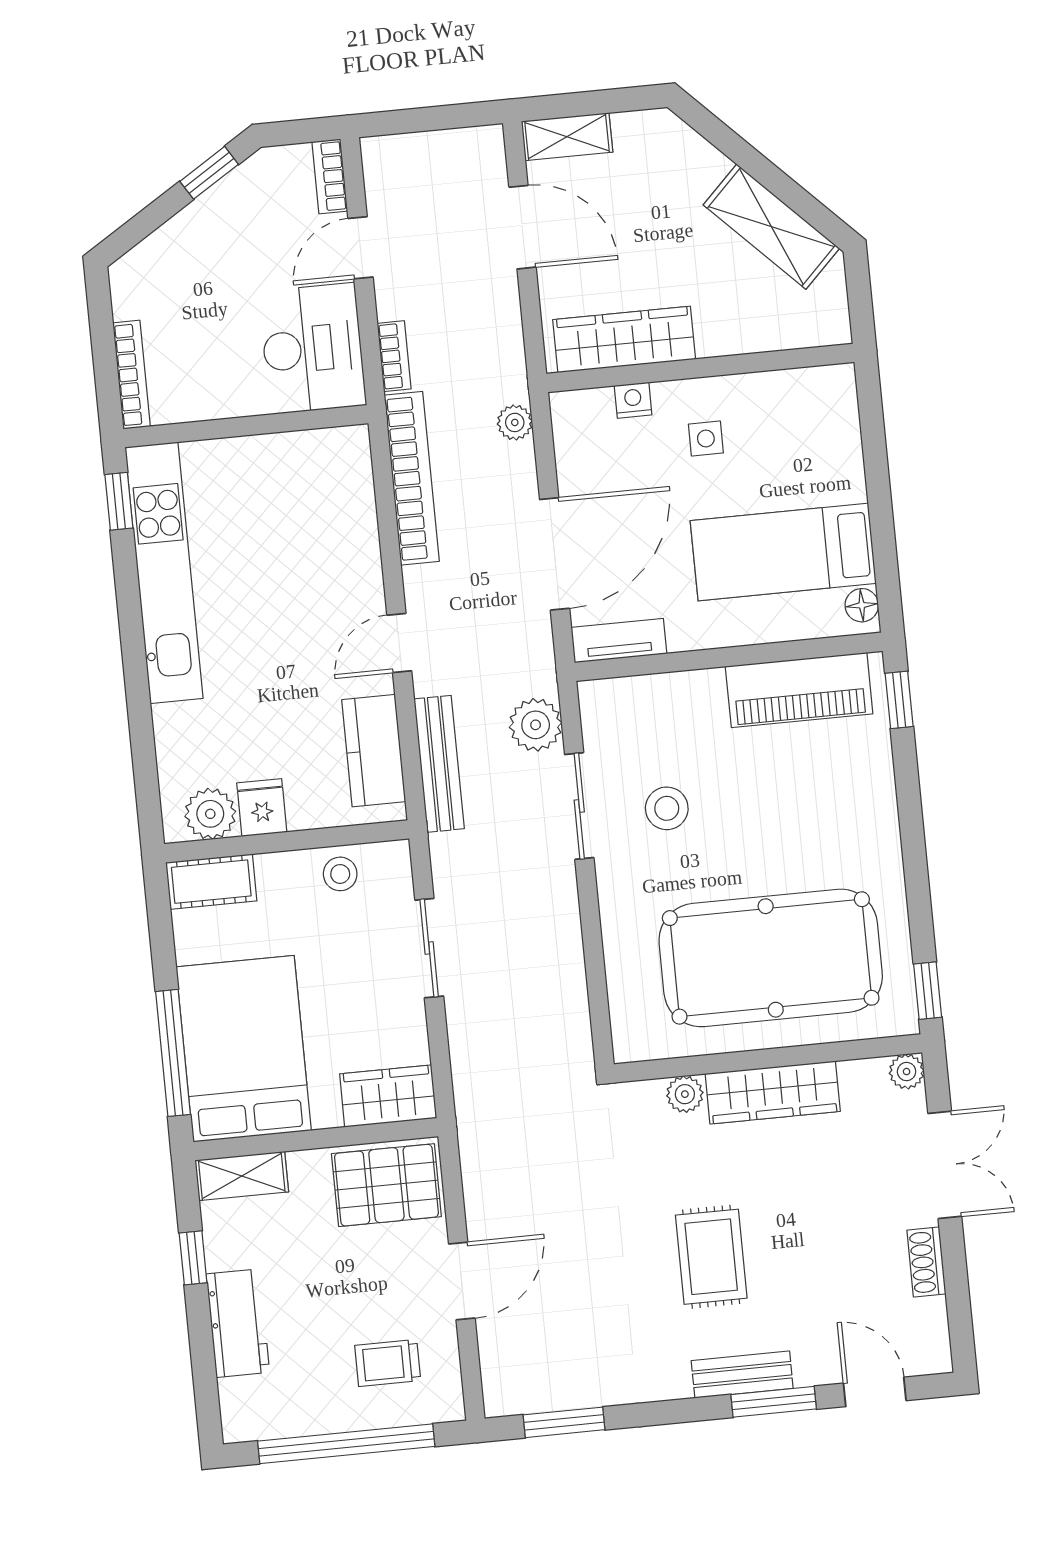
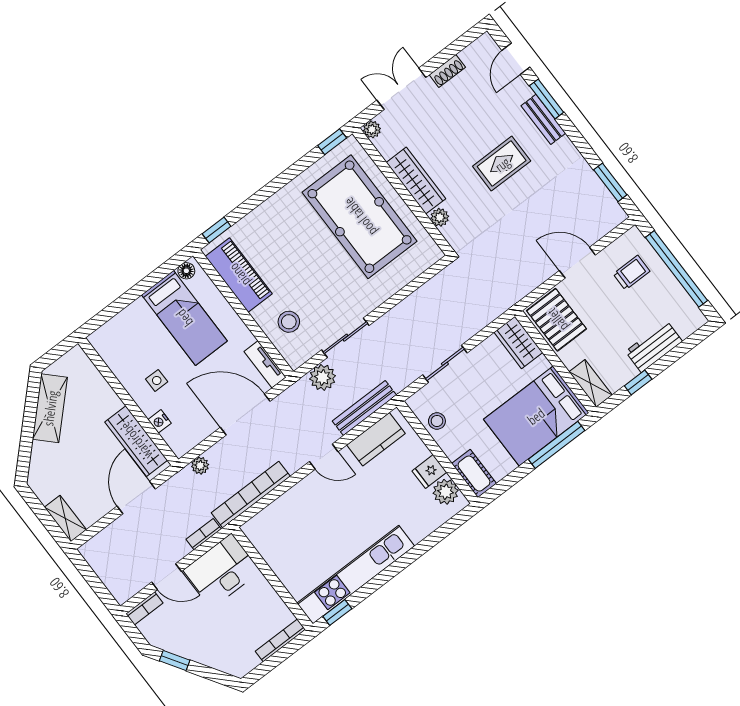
door: (522, 227) -> (136, 498), moved
stool: (667, 808) -> (289, 322), moved
trolley: (388, 1363) -> (631, 273), turned -90

